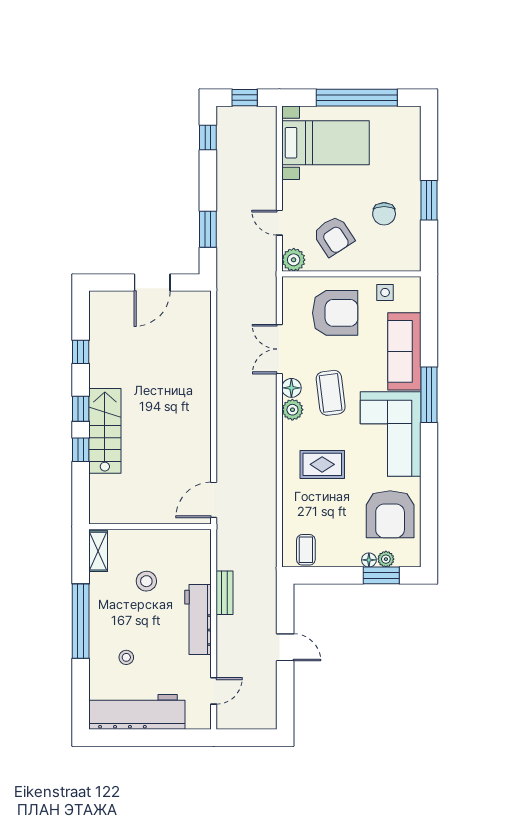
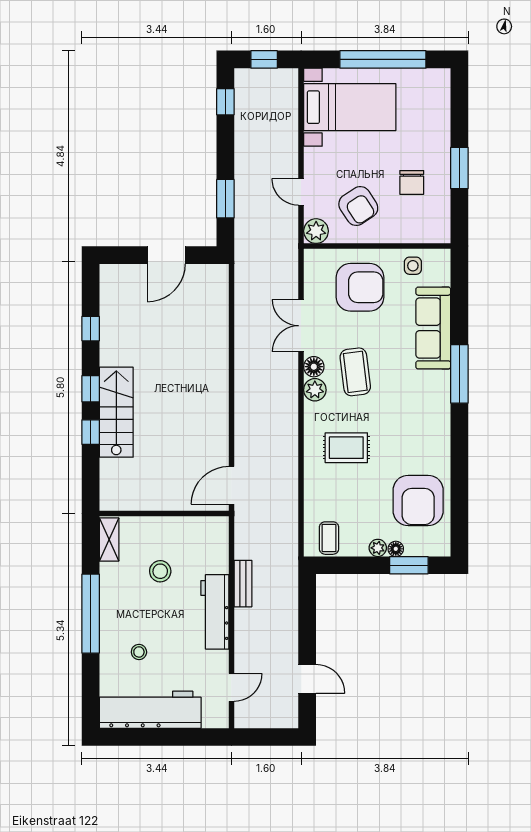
corner sofa: (391, 434) -> (419, 416), removed
plant: (386, 559) -> (378, 548), moved
door: (285, 647) -> (307, 679), moved

